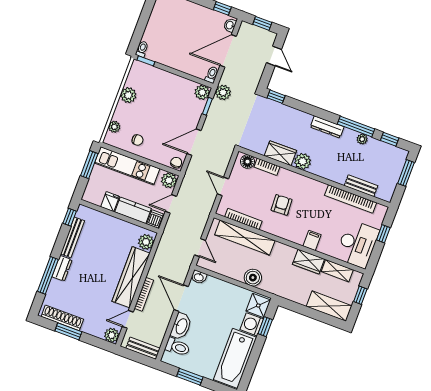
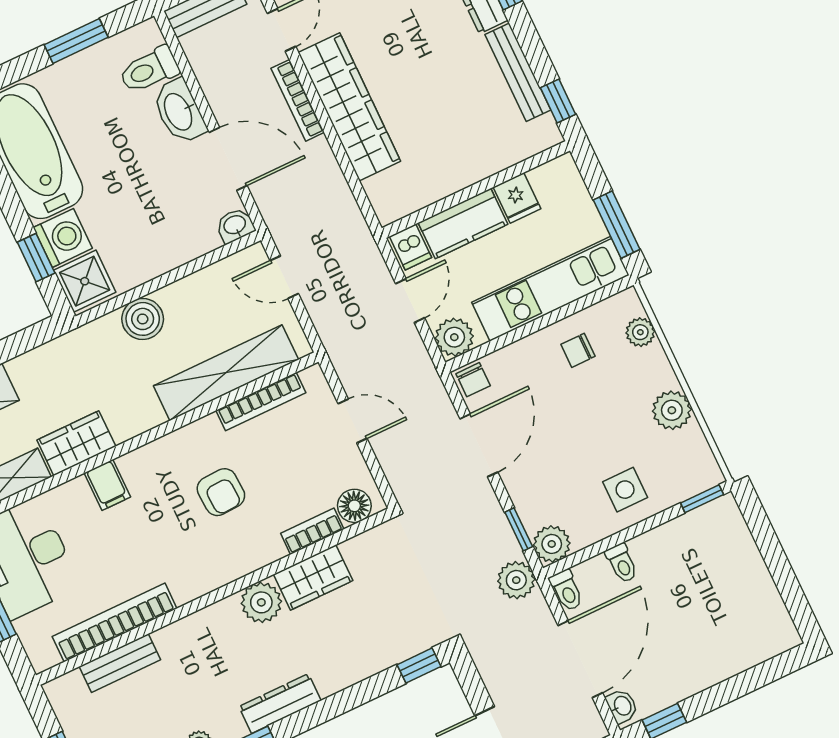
toilet: (142, 49) -> (622, 563), moved
side table: (165, 86) -> (625, 490), added
plant: (146, 242) -> (386, 193), removed

